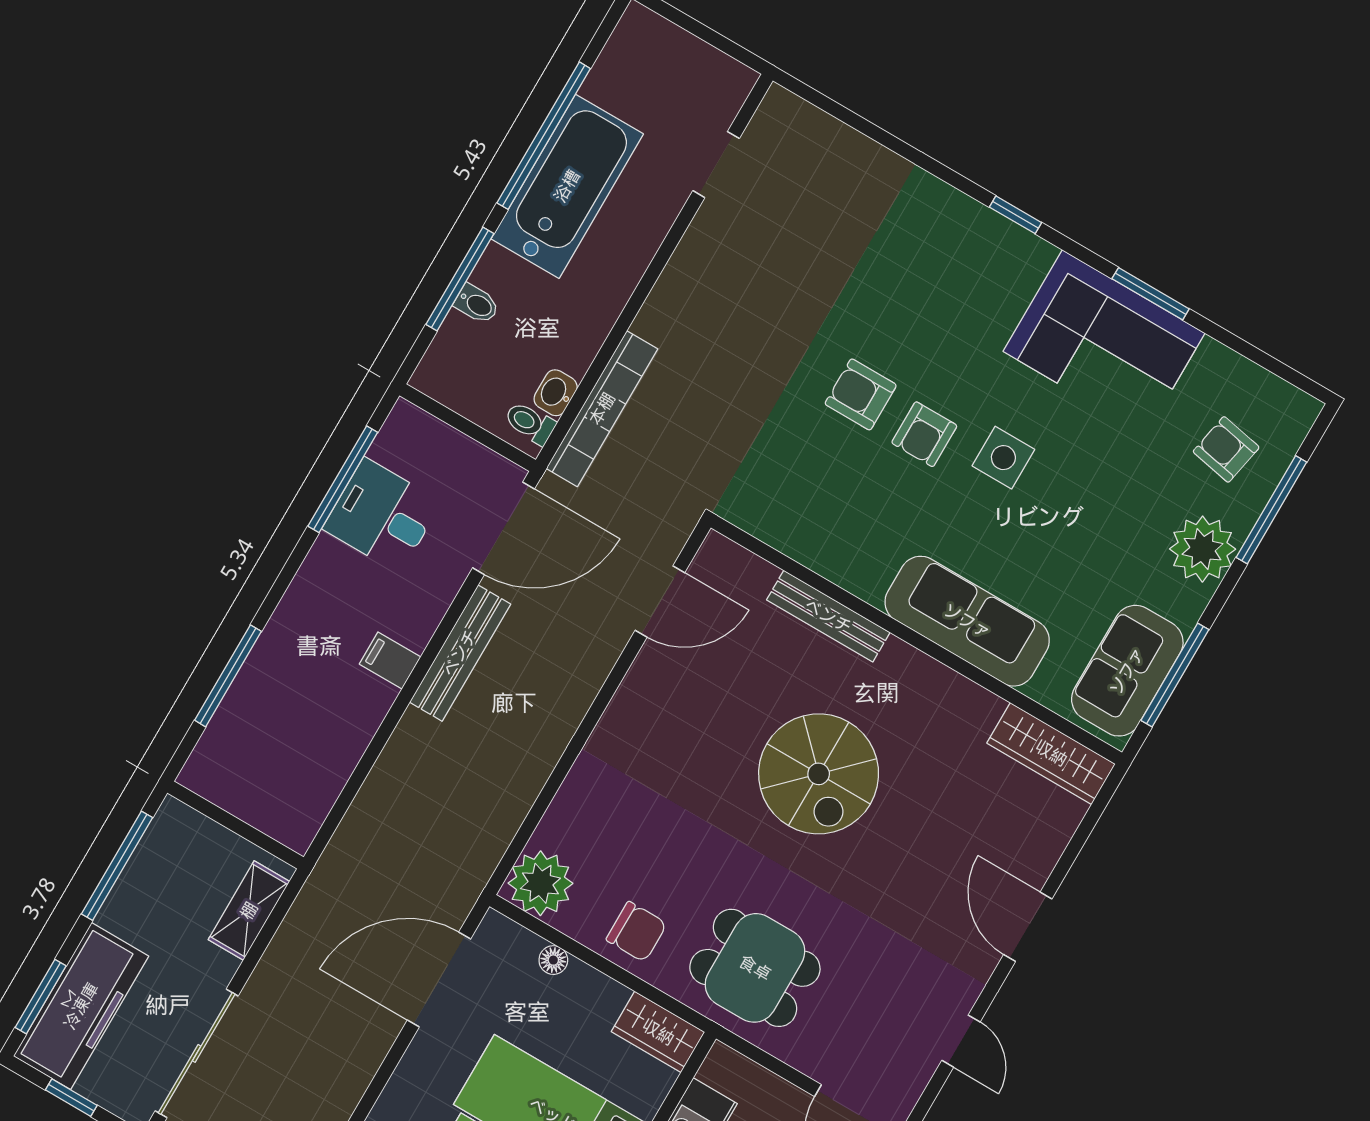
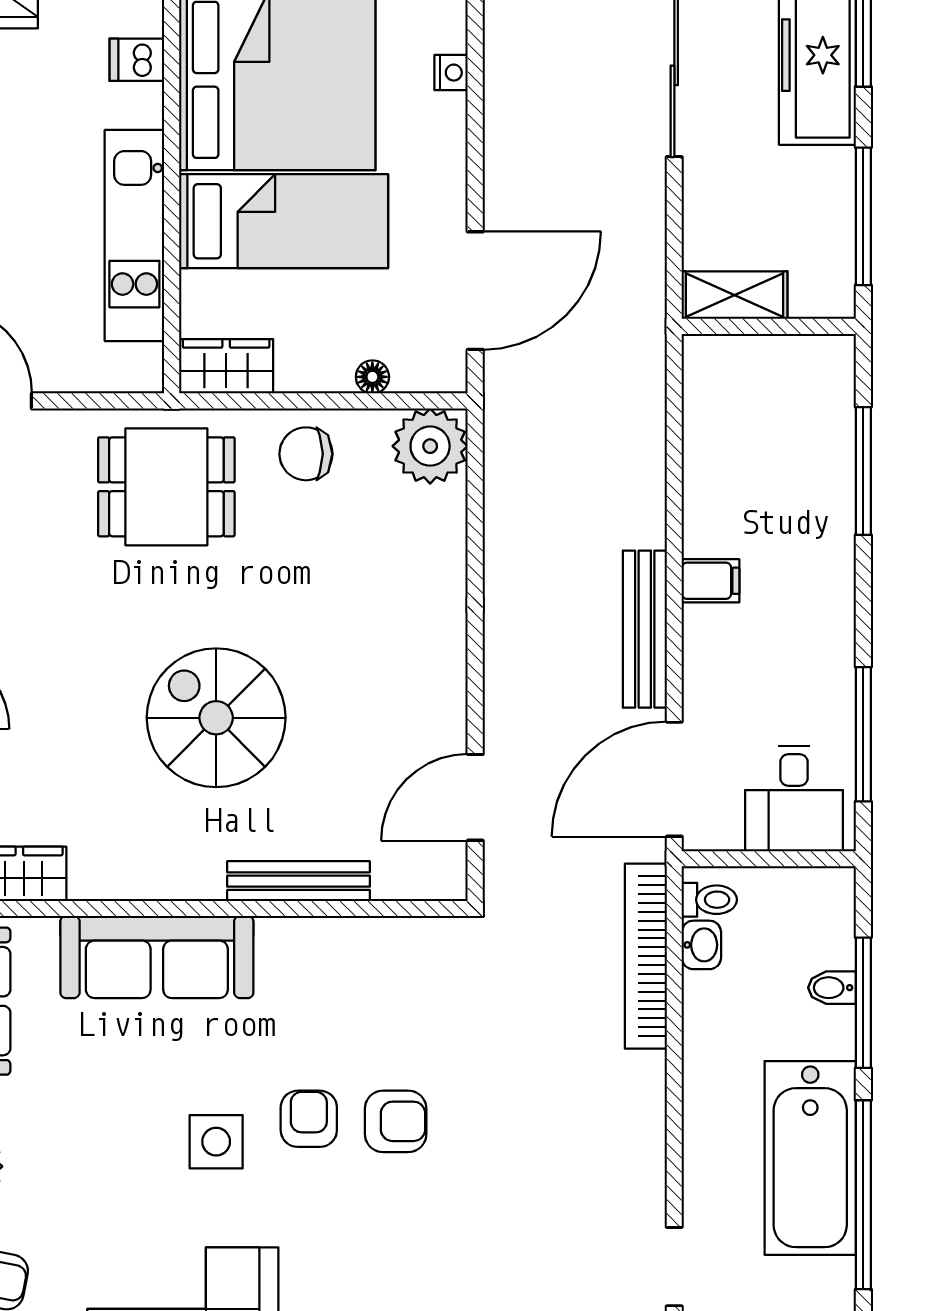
desk: (382, 515) -> (794, 799), moved, turned 90
shelving: (249, 911) -> (735, 295), moved, turned 90

